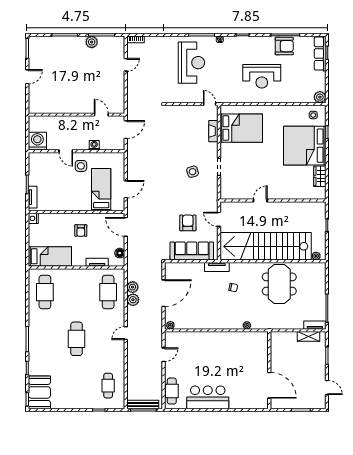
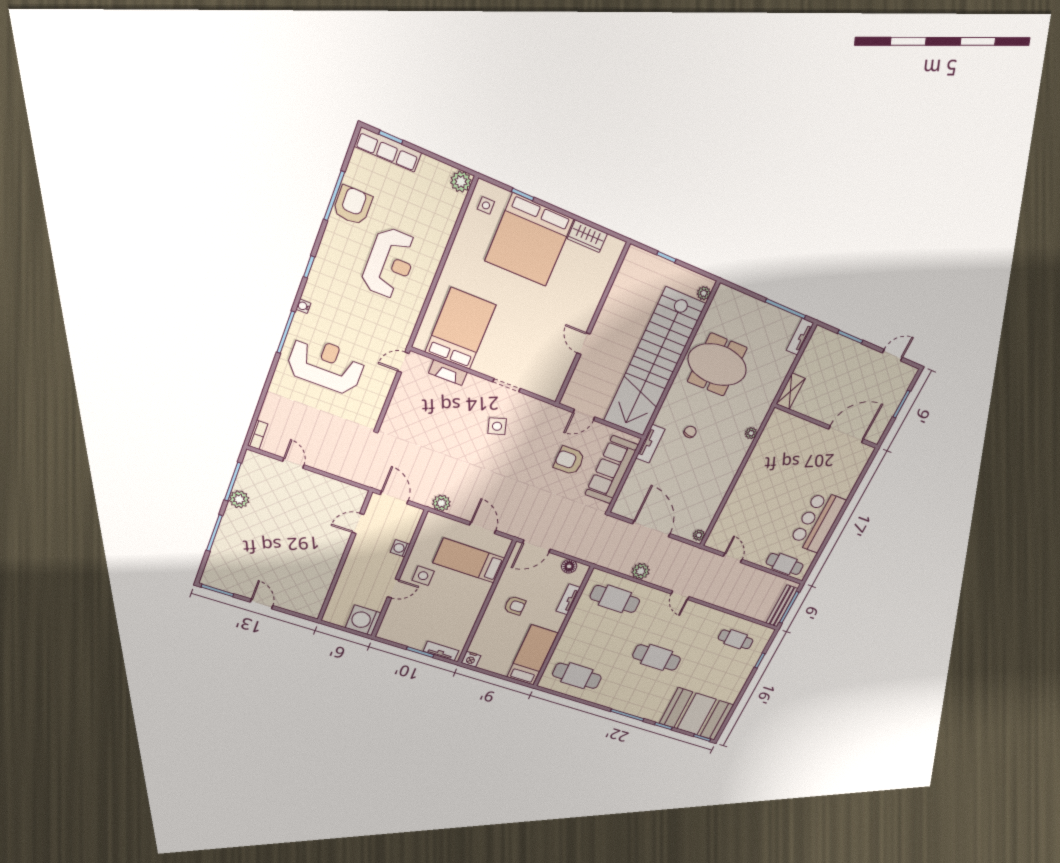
plant: (133, 287) -> (441, 503), moved
shelving: (308, 336) -> (791, 391), moved
booth: (39, 392) -> (697, 714), width x1.36, depth x1.42

